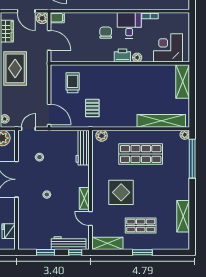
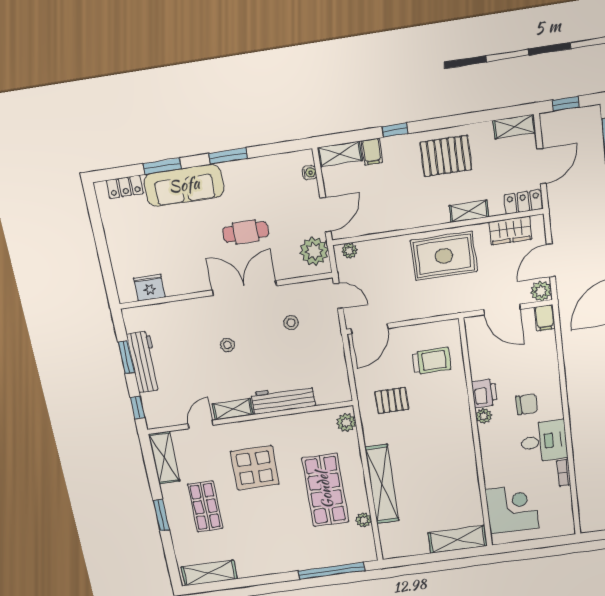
door: (49, 40) -> (502, 309), hinge flipped
printer: (122, 56) -> (485, 393), moved
plant: (137, 58) -> (484, 416), moved
shelving: (161, 121) -> (382, 484), moved
plant: (185, 135) -> (364, 520), moved
workbench: (83, 148) -> (283, 399), moved
shelving: (183, 216) -> (209, 573), moved
workbench: (69, 243) -> (144, 362), moved

